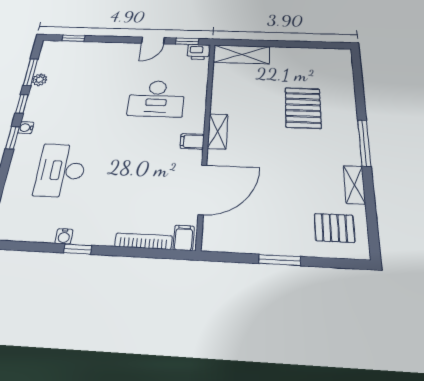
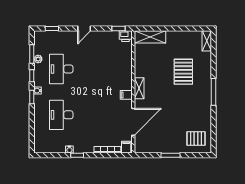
door: (153, 40) -> (84, 29), moved
desk: (156, 98) -> (61, 69), moved, turned 90
shelving: (354, 185) -> (207, 41), moved

